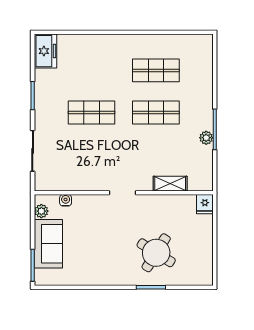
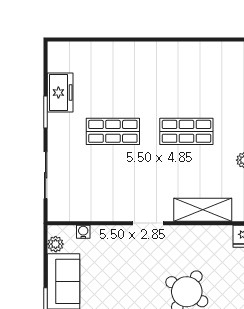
freezer: (45, 51) -> (60, 93), moved
shop shelf: (156, 70) -> (186, 83), removed
shelving: (170, 184) -> (203, 210), width x1.50, depth x1.33

